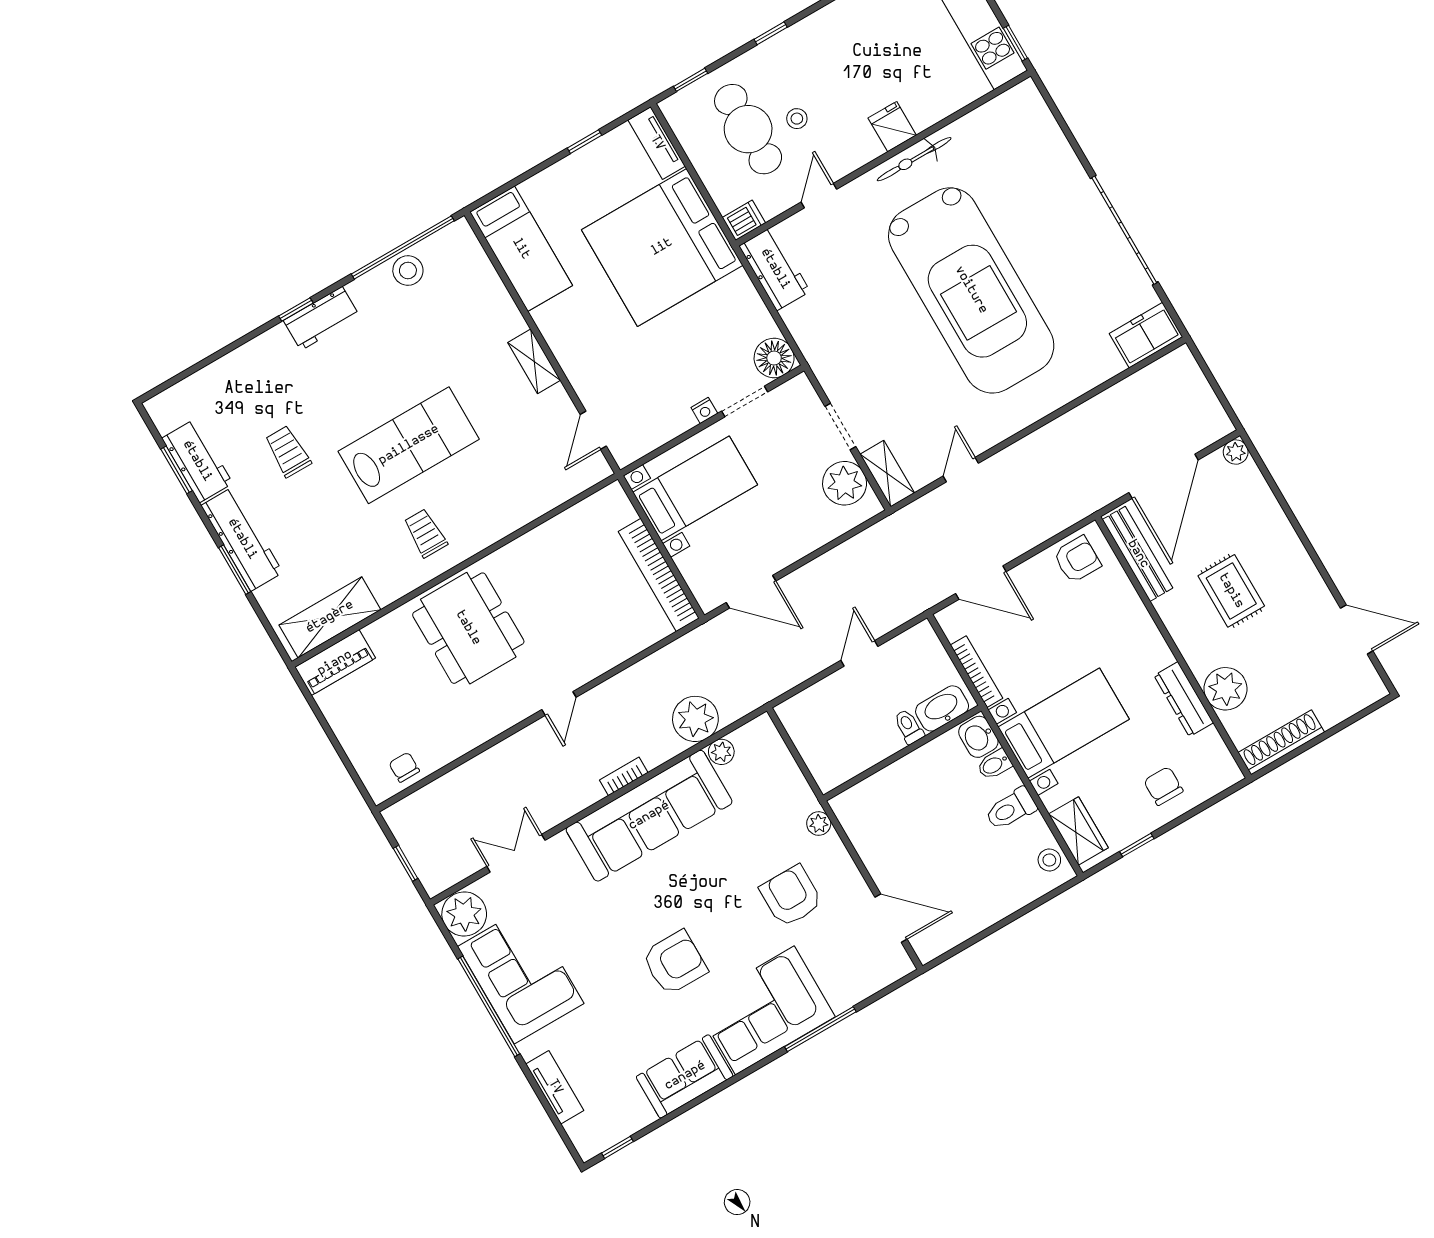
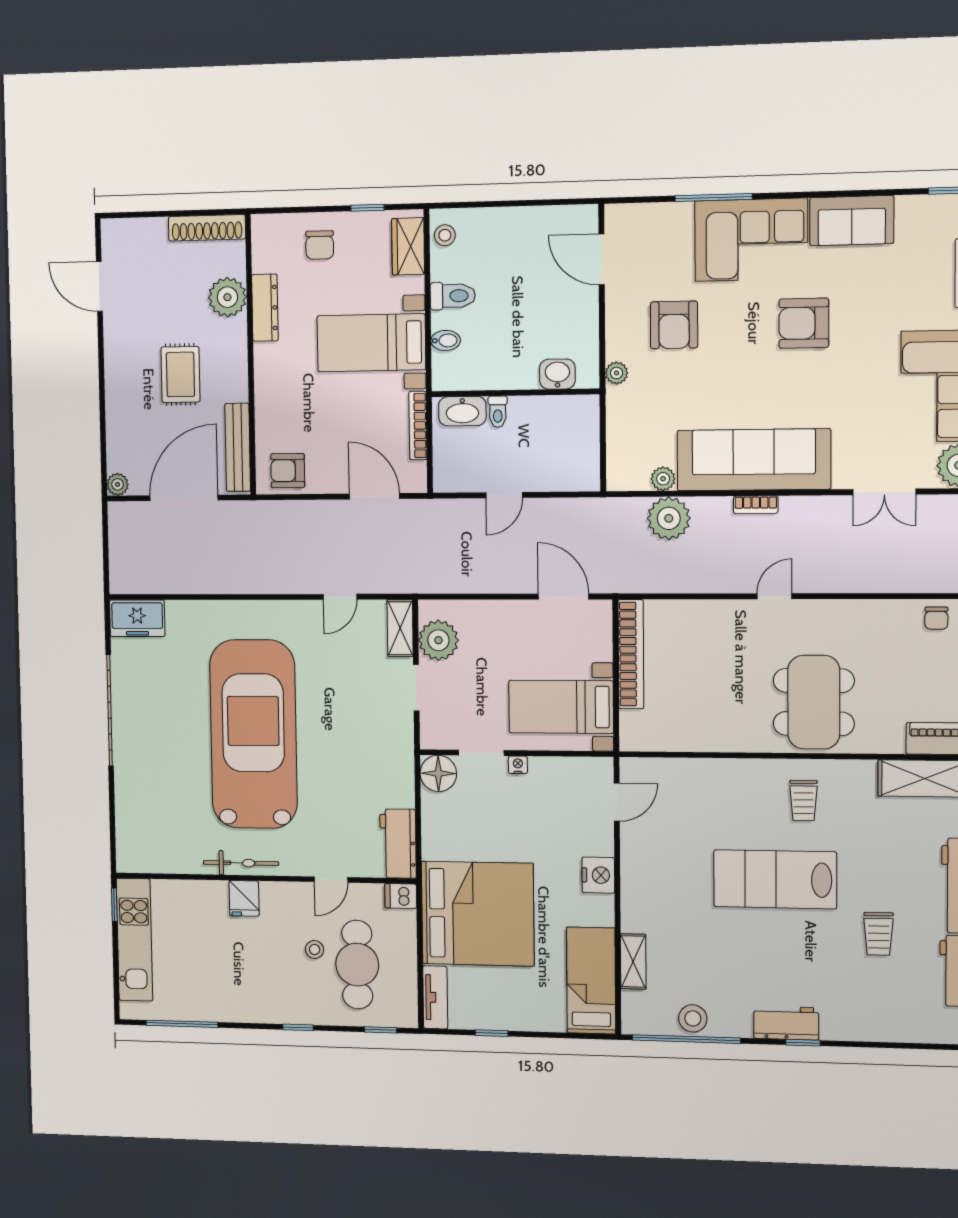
nightstand: (571, 352) -> (598, 875), added
shelving: (534, 361) -> (633, 961), moved
washbasin: (978, 737) -> (557, 374), moved, turned -90

